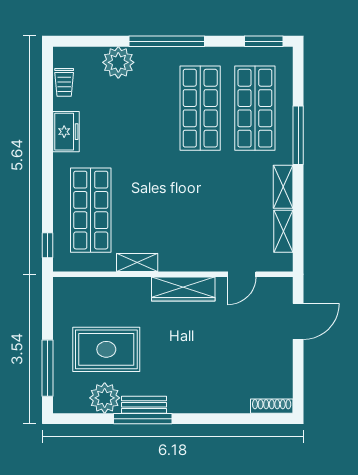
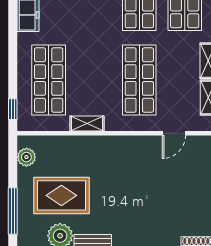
shop shelf: (200, 210) -> (139, 80), added
wardrobe: (183, 289) -> (125, 145), removed
plant: (64, 303) -> (26, 157), added

